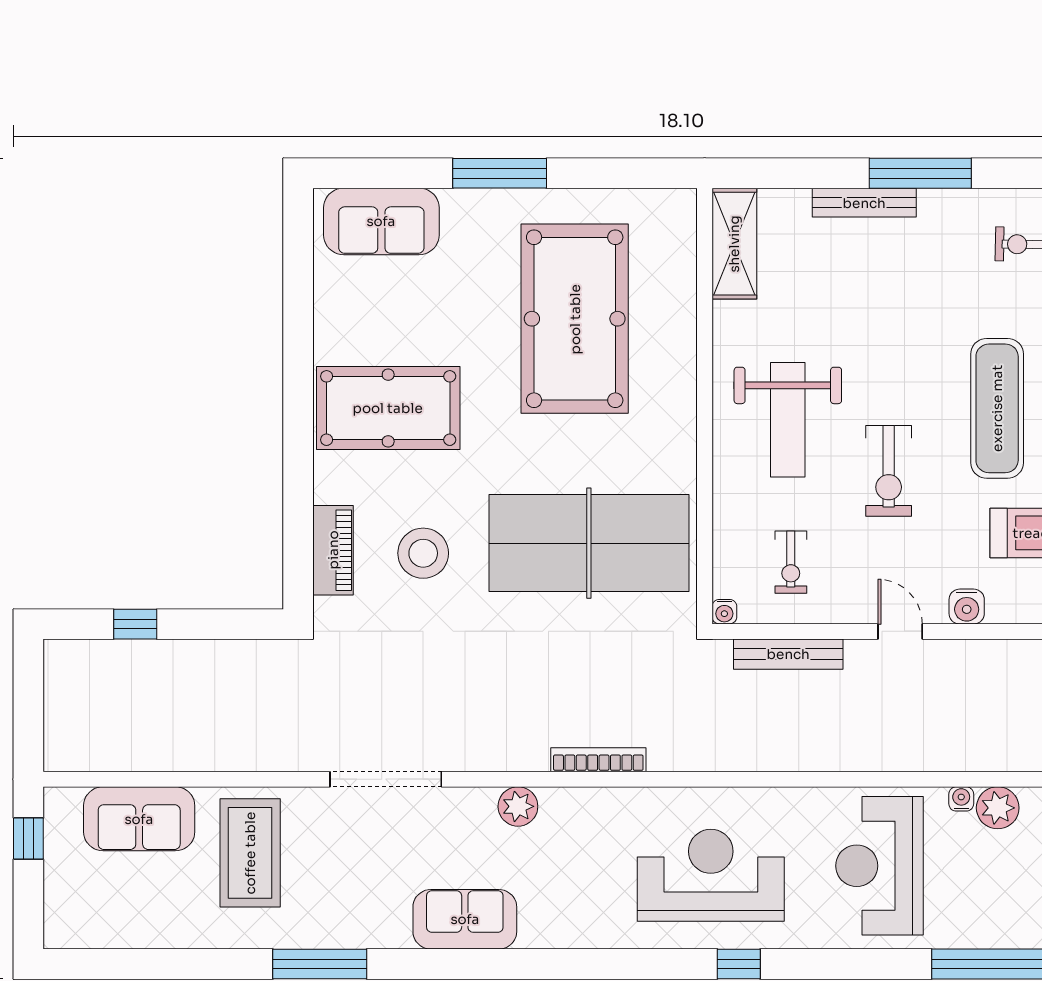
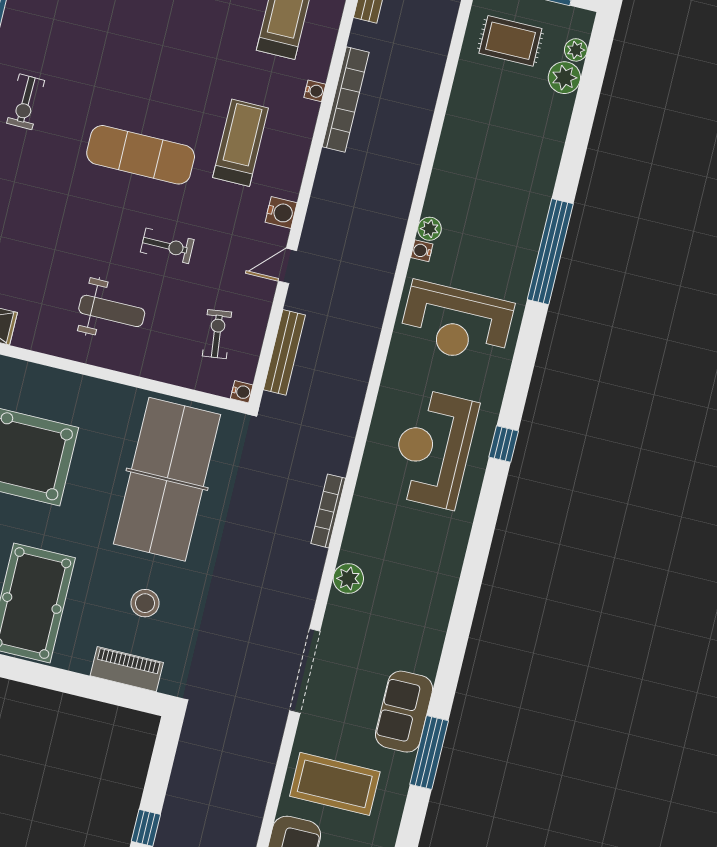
weight bench: (788, 420) -> (112, 311), width x0.73, depth x0.75
exercise bike: (889, 471) -> (167, 246), width x0.73, depth x0.72
stool: (423, 553) -> (145, 603), width x0.73, depth x0.73
exercise bike: (791, 562) -> (217, 334), turned -97
plant: (998, 808) -> (430, 229), width x0.73, depth x0.73
sofa: (465, 919) -> (404, 712), moved

